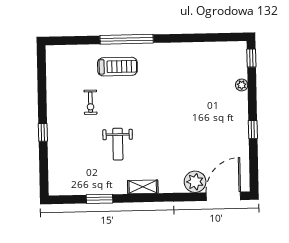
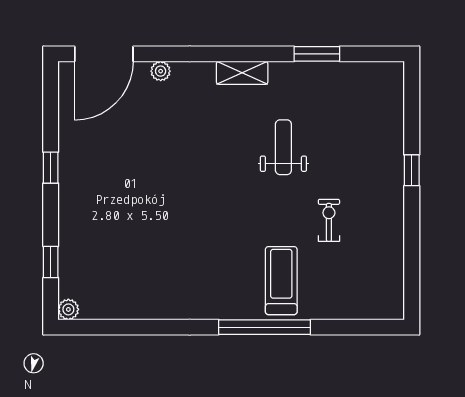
window: (251, 58) -> (51, 262), moved
treadmill: (117, 67) -> (281, 281), turned 90
plant: (242, 85) -> (68, 309), moved
plant: (195, 182) -> (161, 71), width x0.53, depth x0.53

